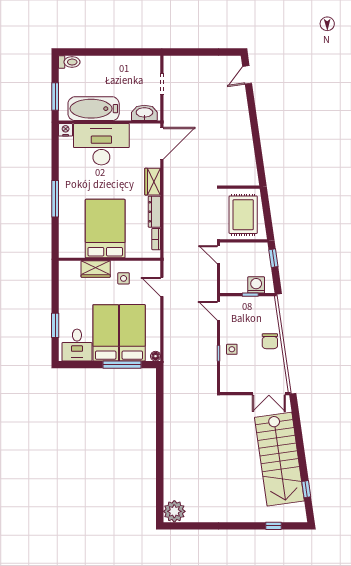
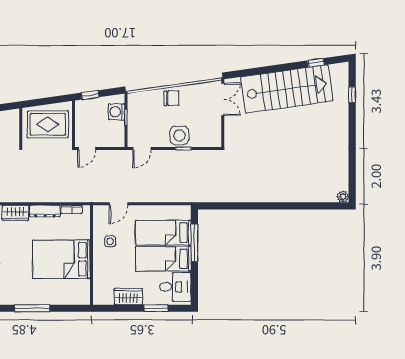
wardrobe: (96, 269) -> (128, 297), moved, turned -90
side table: (232, 349) -> (179, 135), width x1.87, depth x1.87
floor lamp: (156, 356) -> (186, 210), removed
plant: (174, 511) -> (343, 197), width x0.53, depth x0.53

